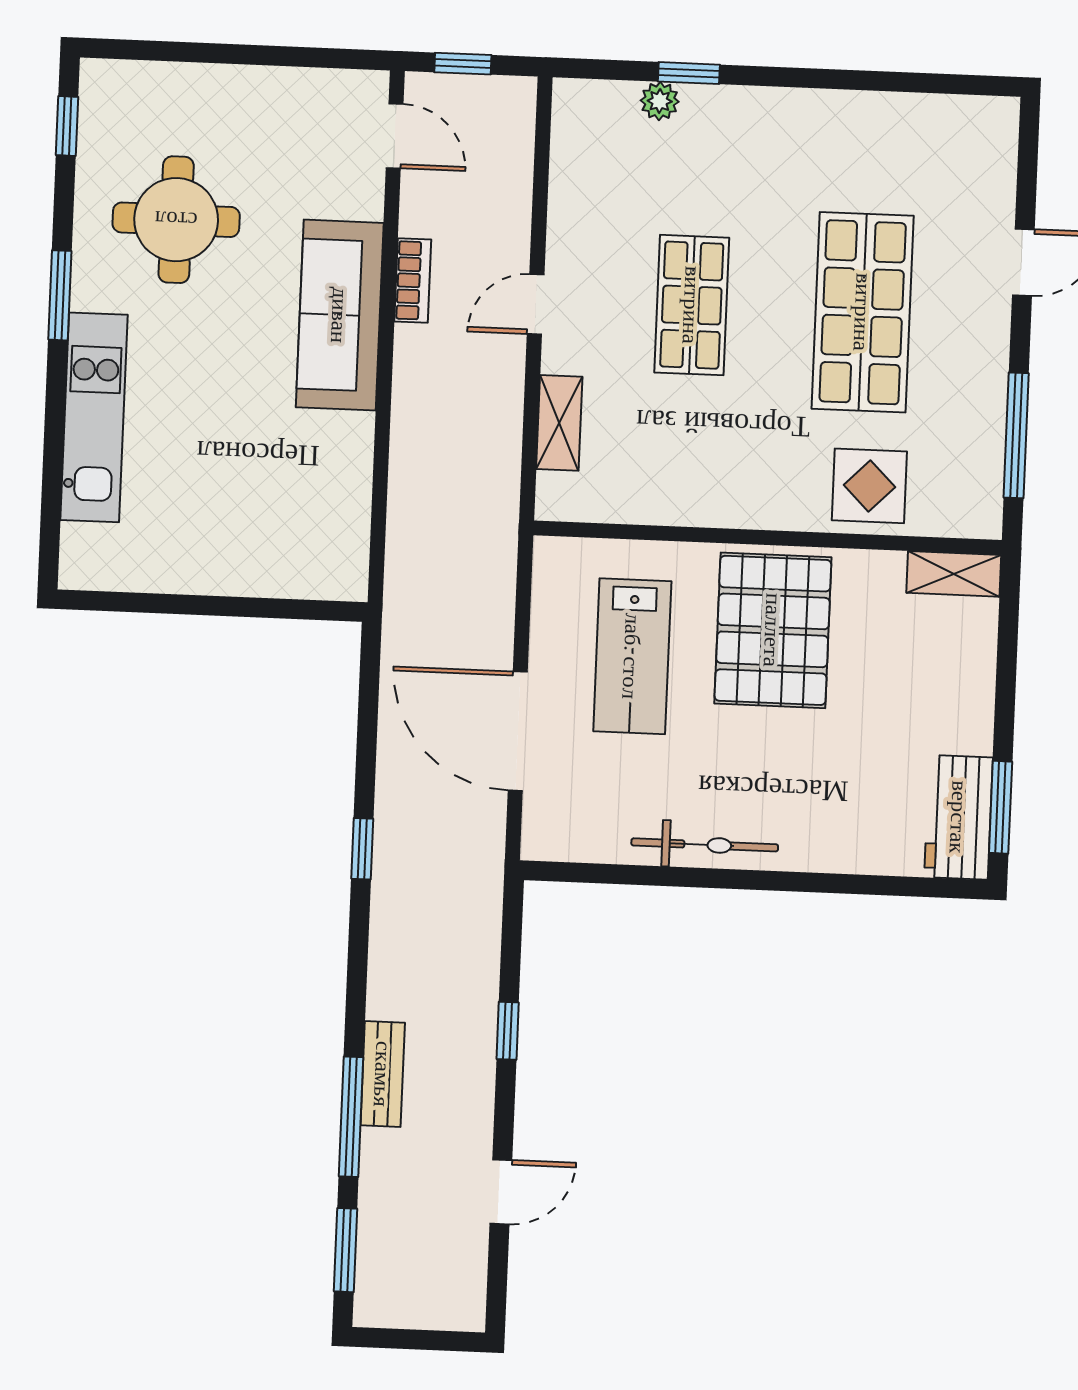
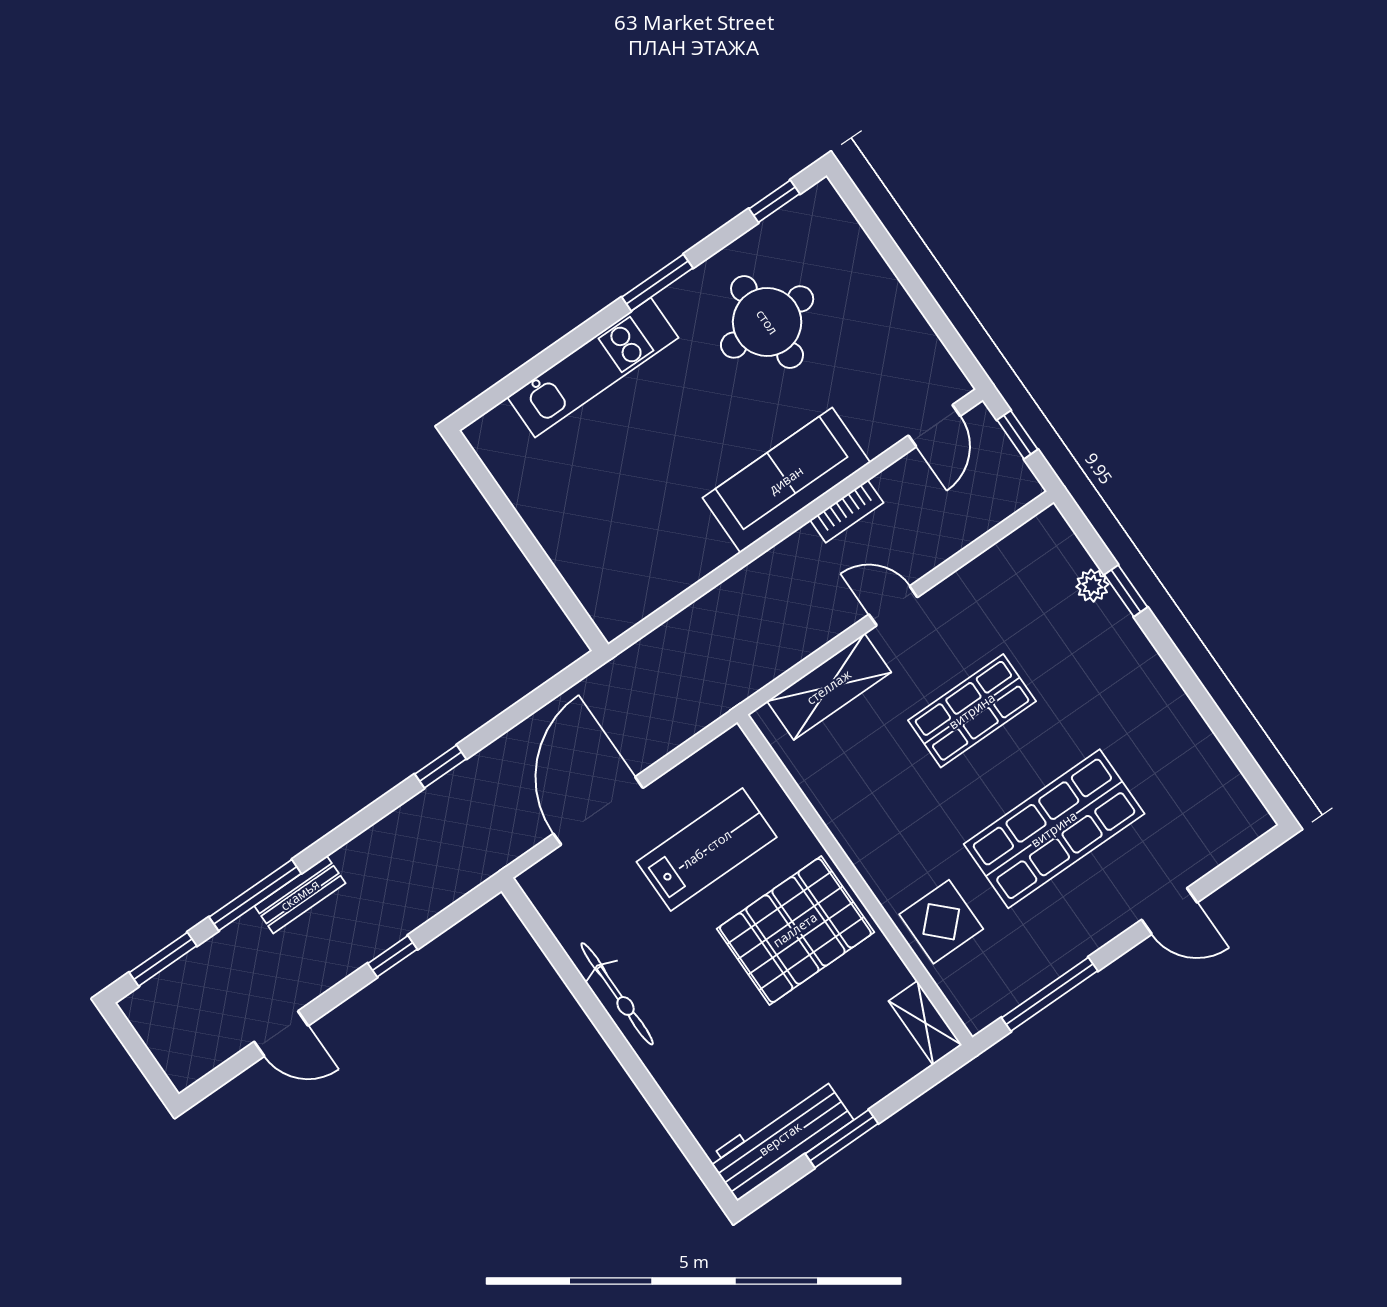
shelving: (559, 423) -> (829, 687), width x1.50, depth x1.33
lab bench: (632, 656) -> (707, 849), turned 180
window: (1001, 807) -> (842, 1139), moved
workbench: (959, 817) -> (780, 1139), width x1.38

